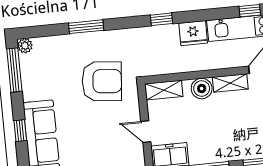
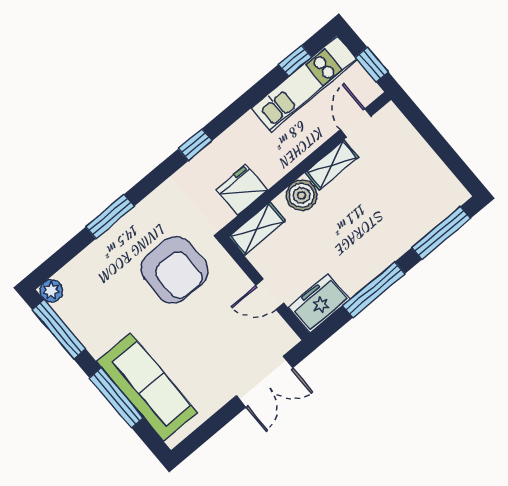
fridge: (193, 33) -> (242, 190), moved, turned 180
armchair: (102, 81) -> (174, 270), turned 85
window: (20, 131) -> (117, 398), width x2.17

